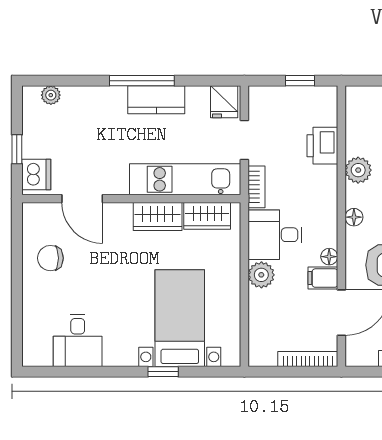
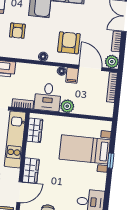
plant: (358, 170) -> (112, 62), moved
wardrobe: (158, 217) -> (31, 171), moved

